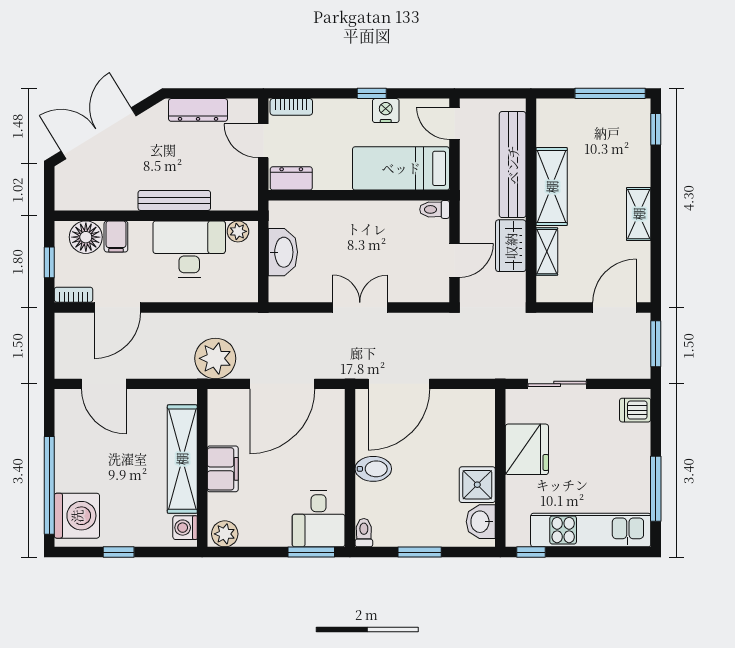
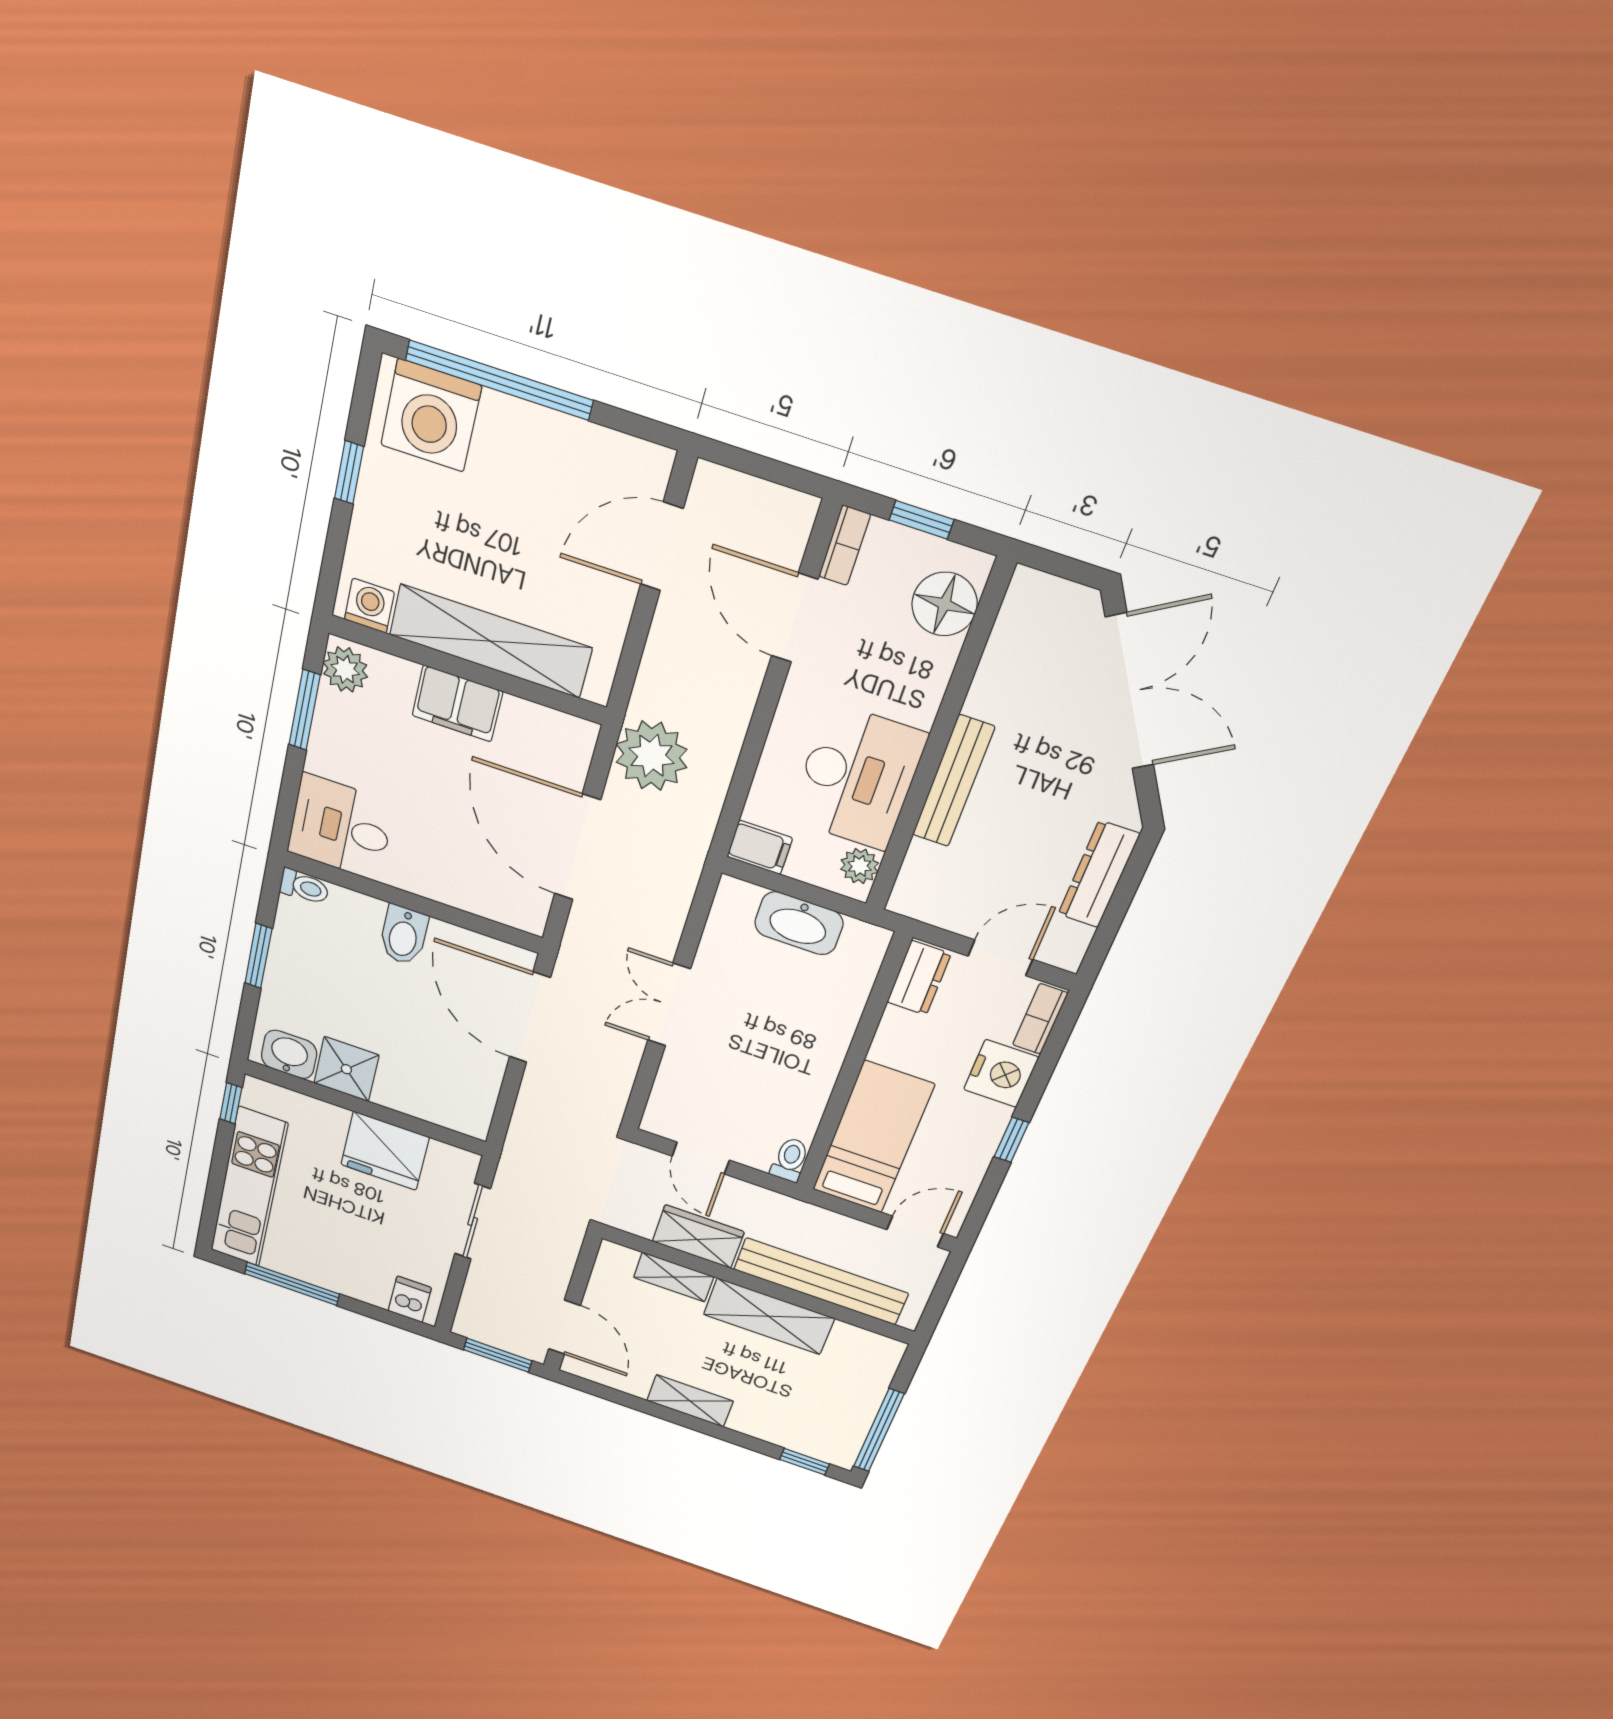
nightstand: (386, 111) -> (1001, 1073), moved, width x1.36, depth x1.33
filing cabinet: (116, 236) -> (760, 847), moved, turned 180
double door: (360, 307) -> (669, 1005), swing flipped
window: (311, 552) -> (304, 710), moved

